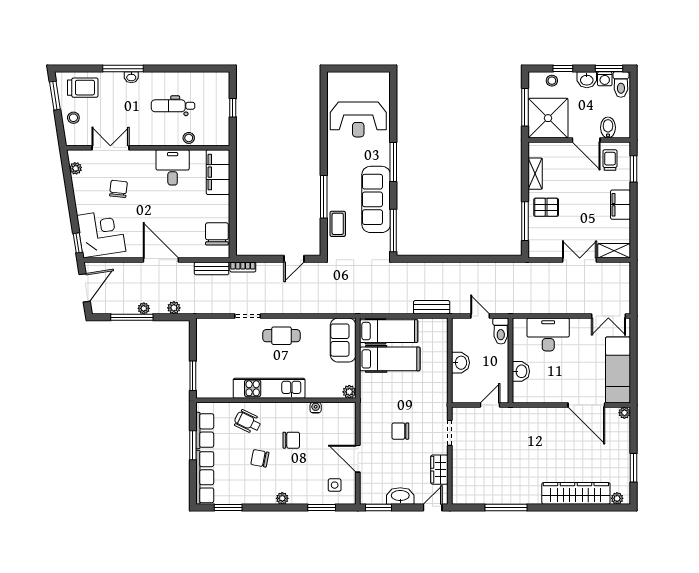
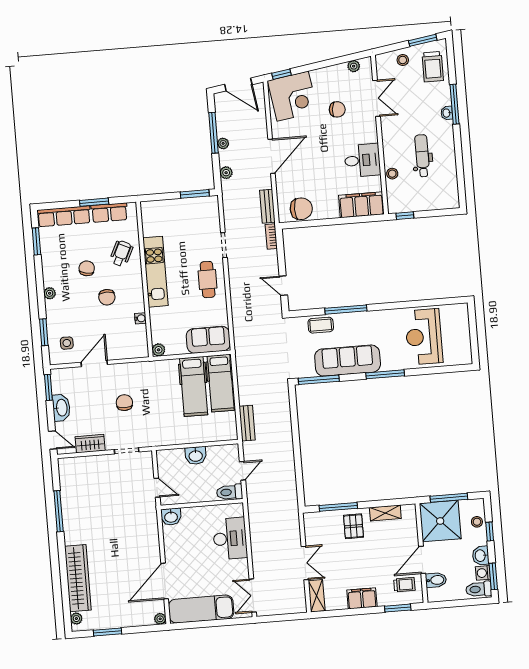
window: (233, 108) -> (405, 216), moved
washbasin: (521, 371) -> (171, 517), moved
window: (193, 376) -> (195, 194), moved

